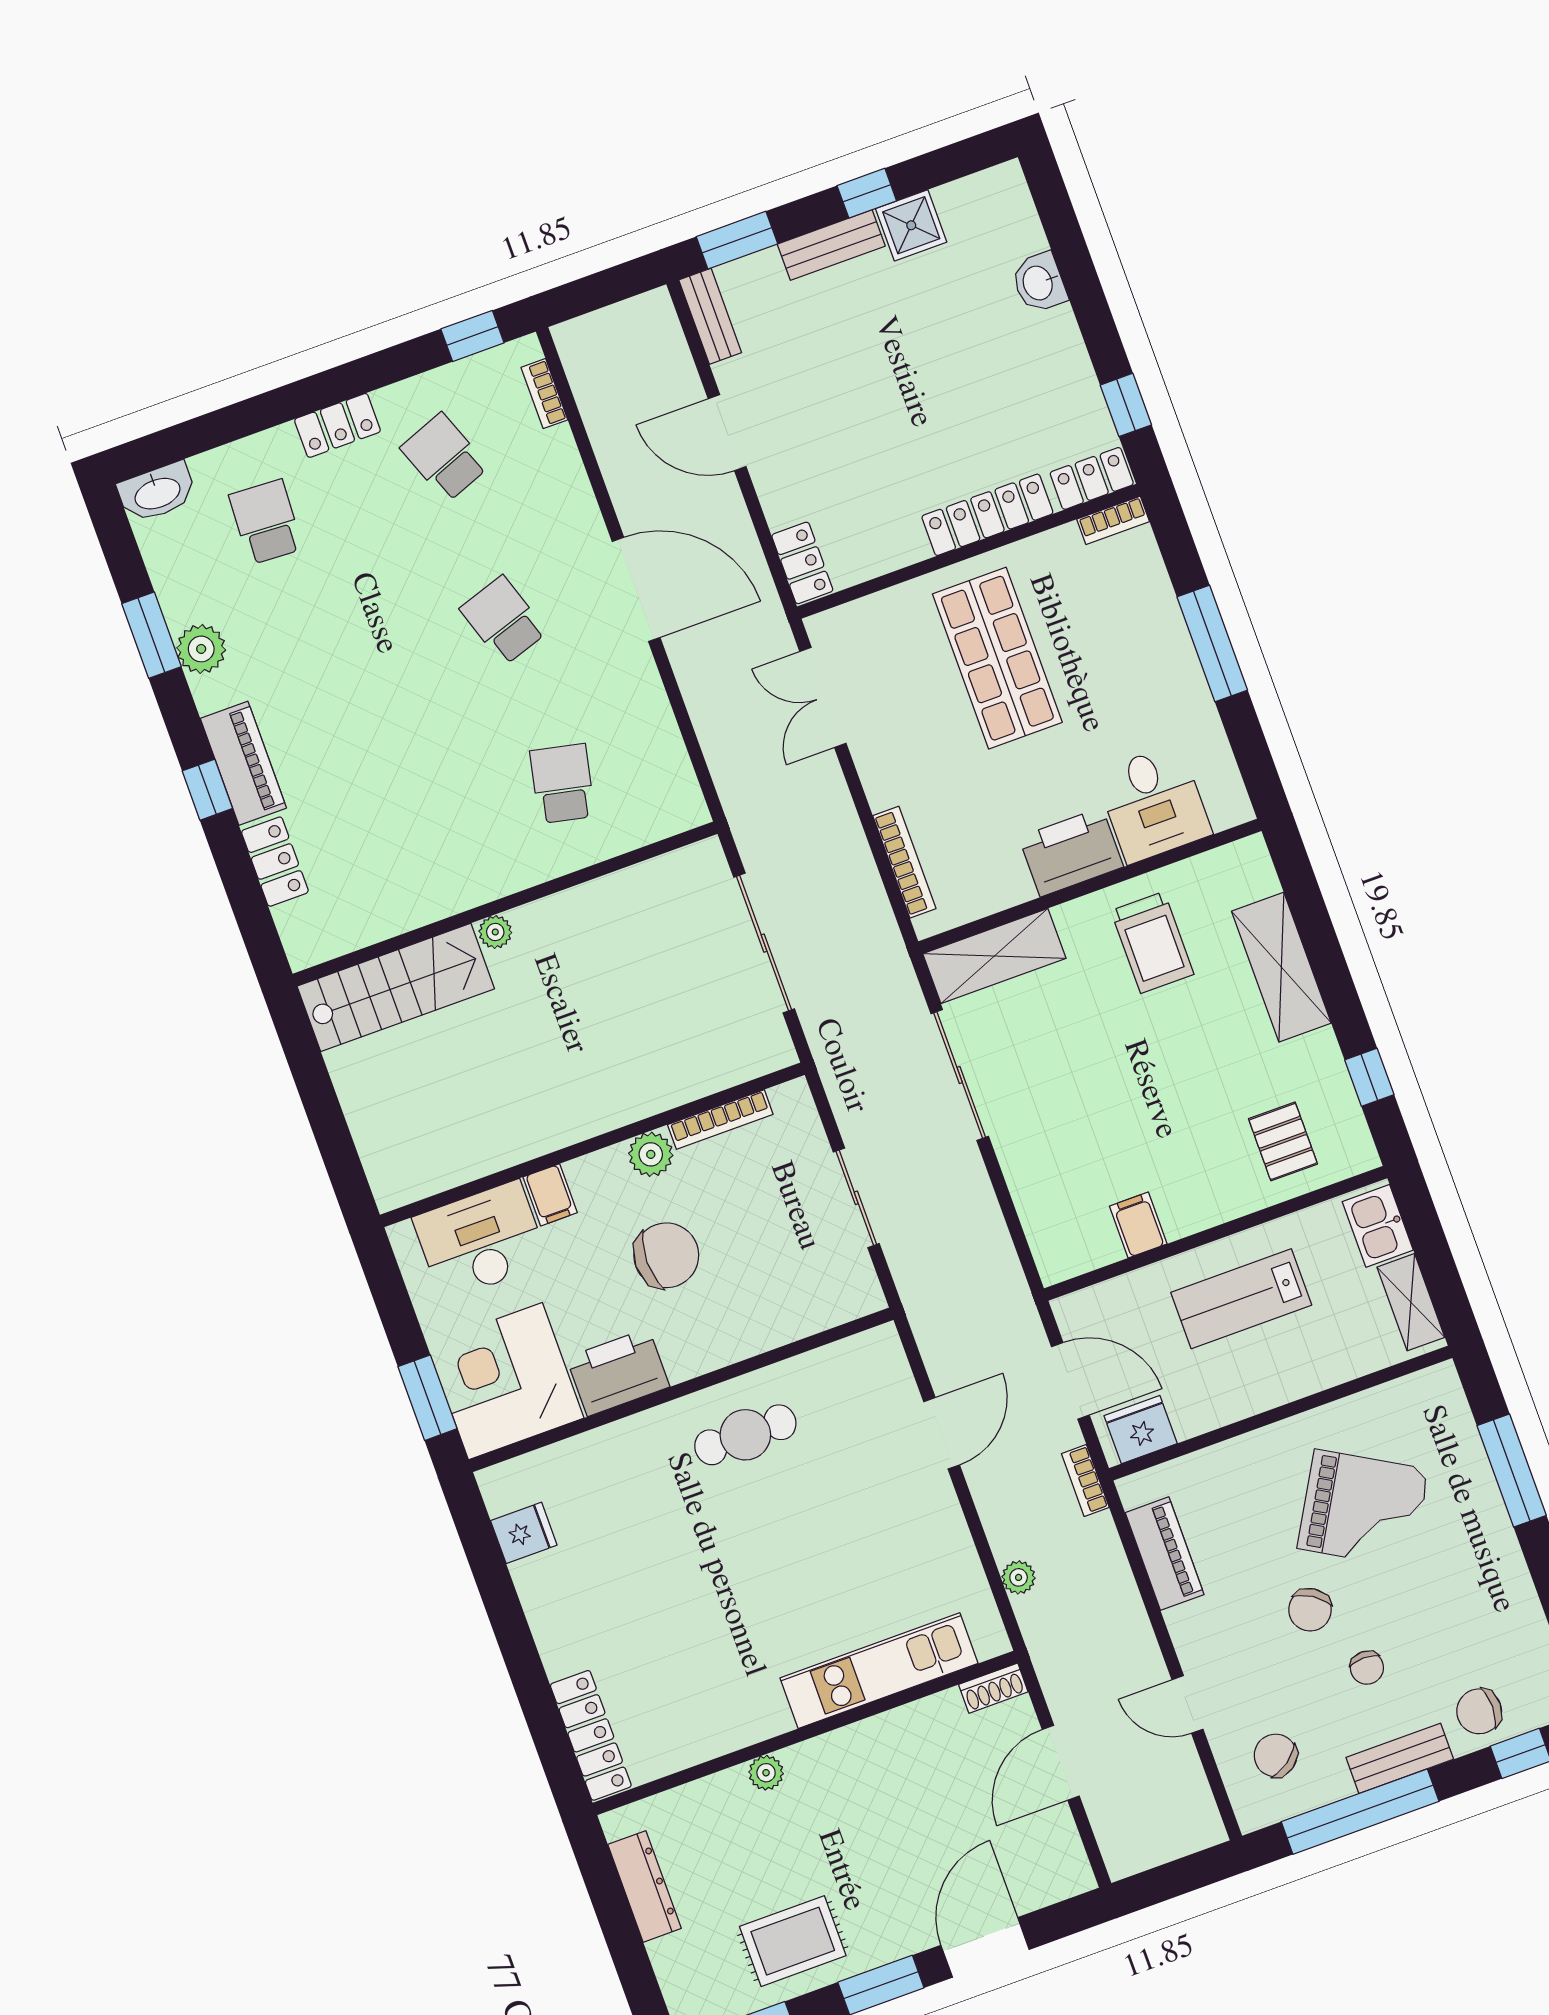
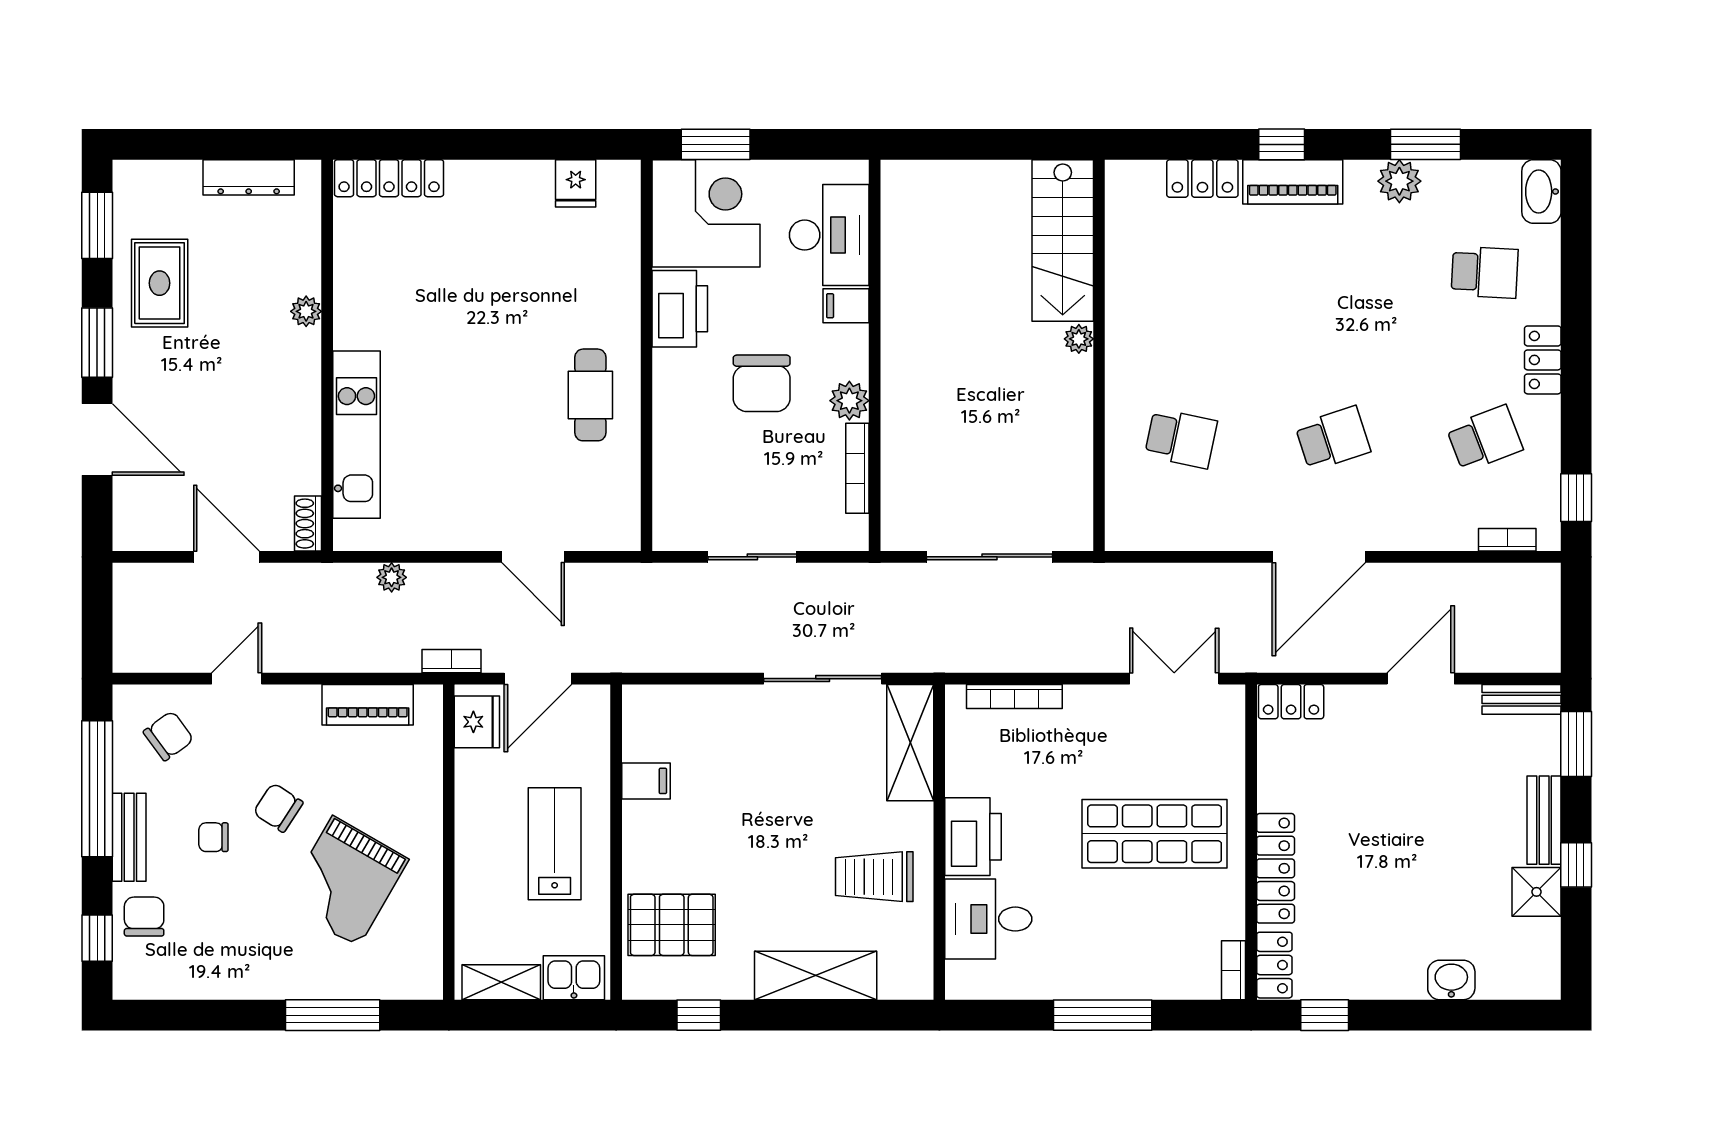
pallet: (1283, 1141) -> (672, 925), width x1.50, depth x1.42

